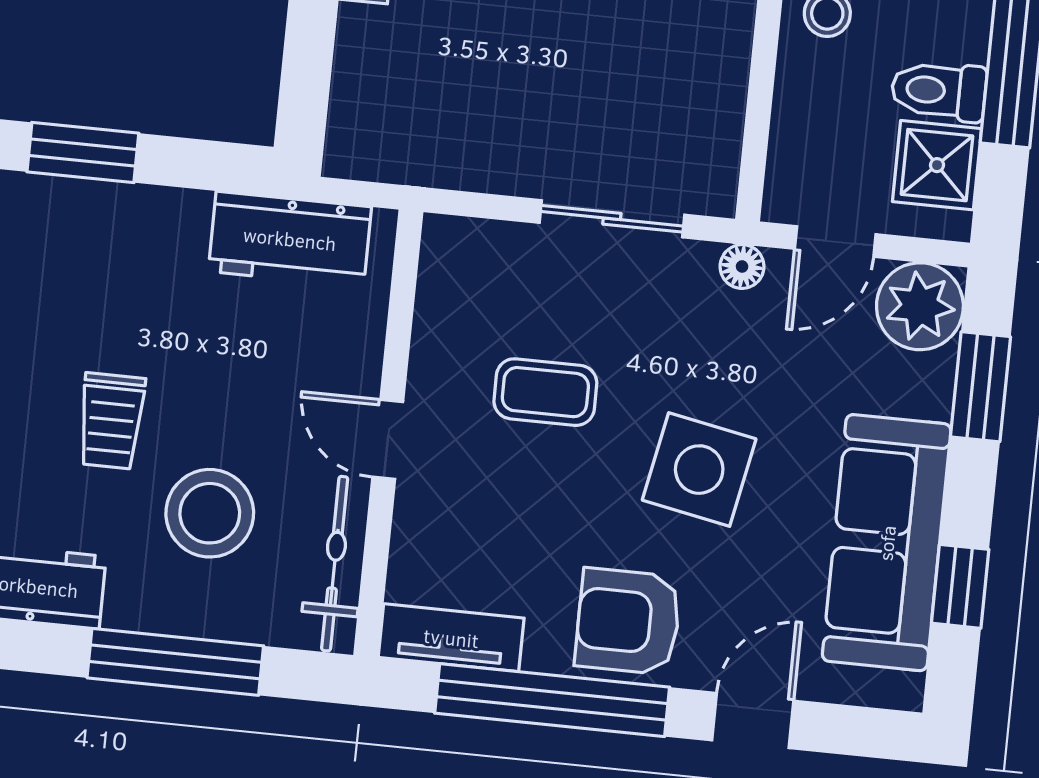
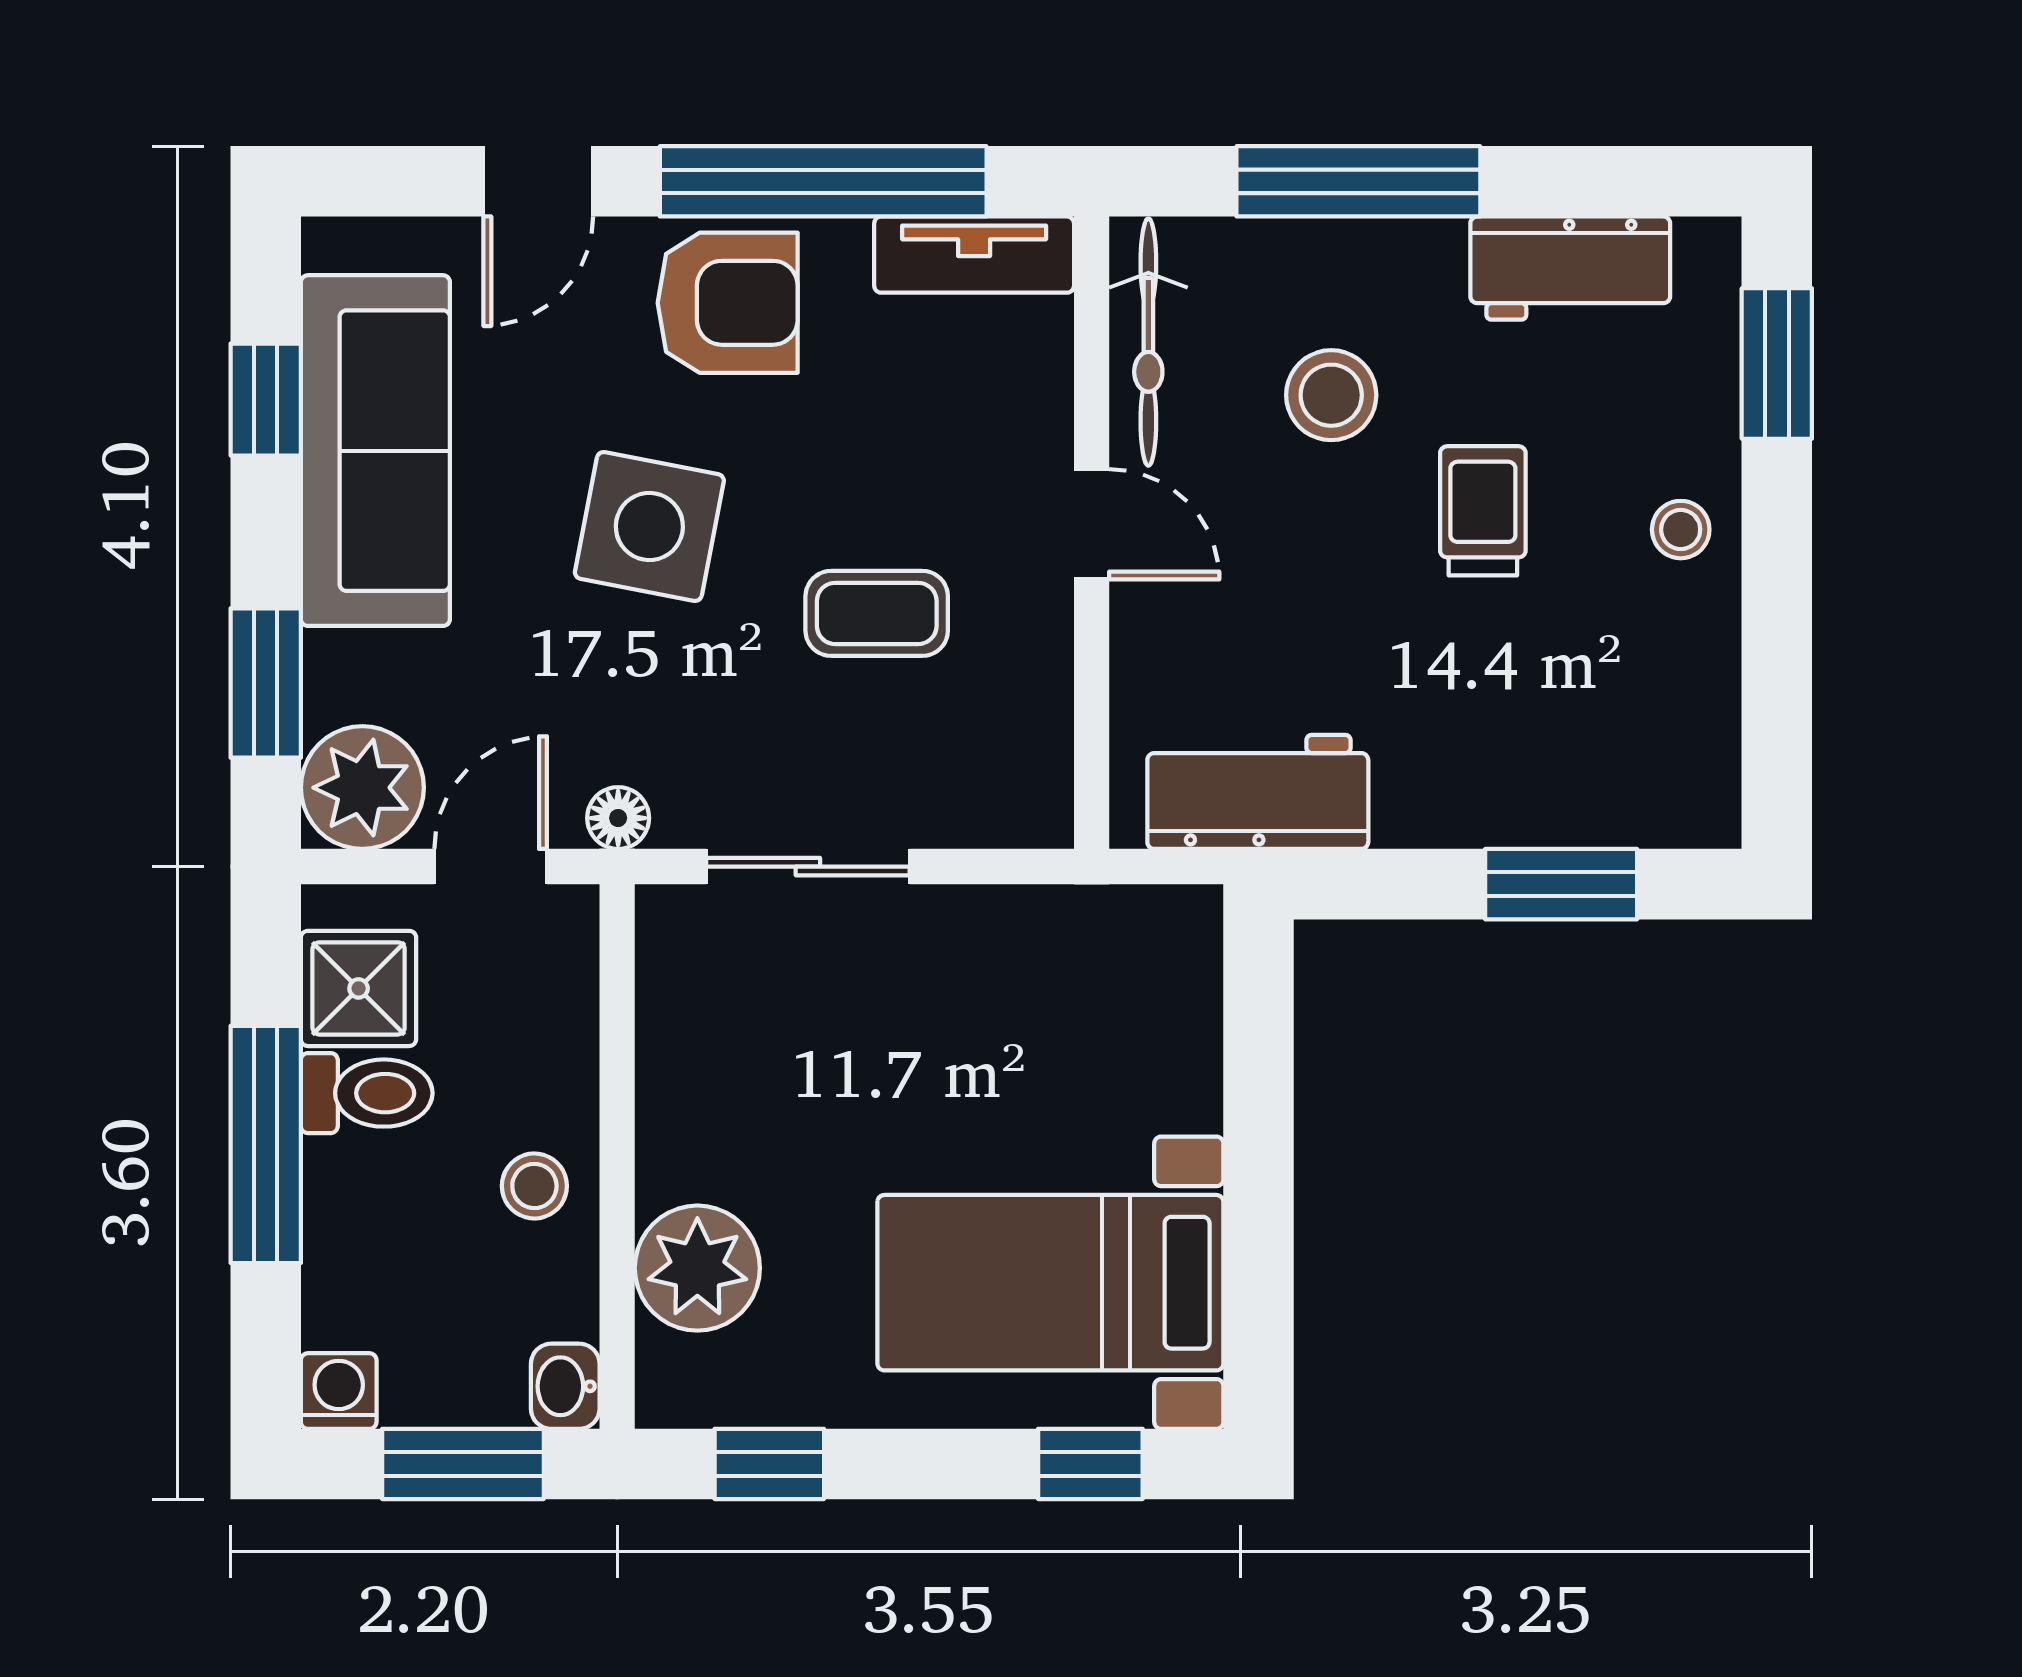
stool: (210, 513) -> (1331, 395), width x0.73, depth x0.73

